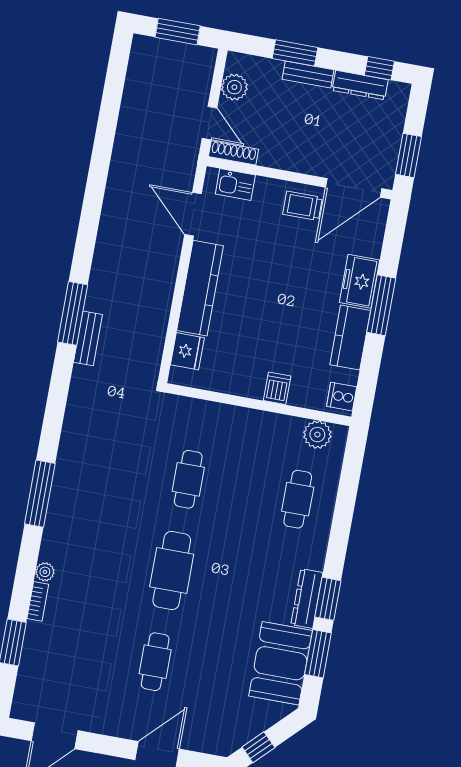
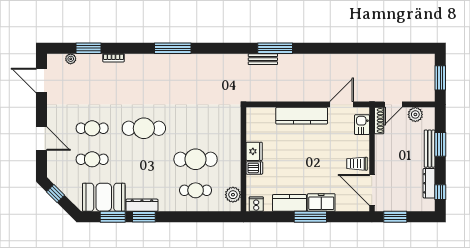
bench: (308, 75) -> (430, 149), width x1.36
trolley: (303, 206) -> (357, 164), turned -90
fridge: (187, 351) -> (254, 151), moved, turned -90
cafe table: (188, 479) -> (196, 159), moved, width x1.37, depth x1.35
plant: (45, 572) -> (71, 59), moved
cafe table: (210, 672) -> (92, 159), added

